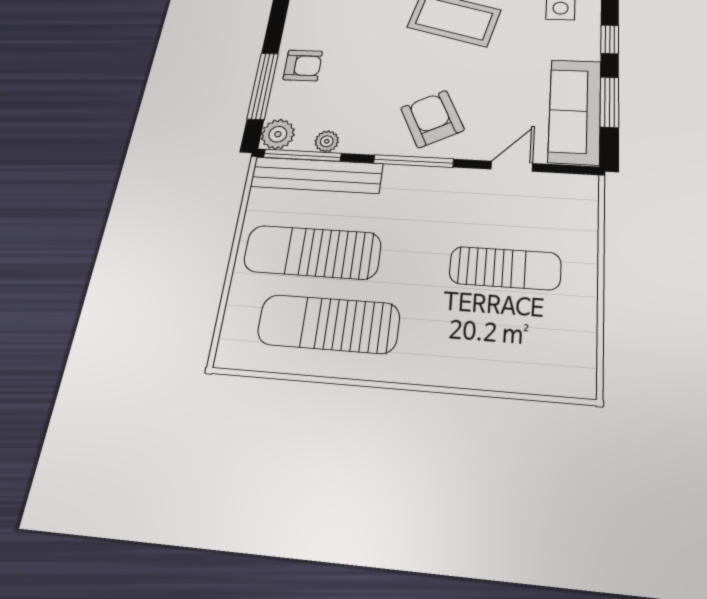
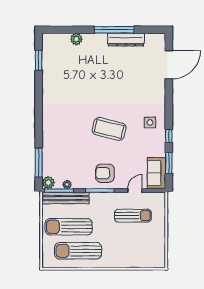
armchair: (303, 65) -> (53, 153), removed
sofa: (575, 111) -> (156, 173), width x0.73
armchair: (432, 119) -> (105, 173), turned -63
sun lounger: (505, 268) -> (133, 216), moved

